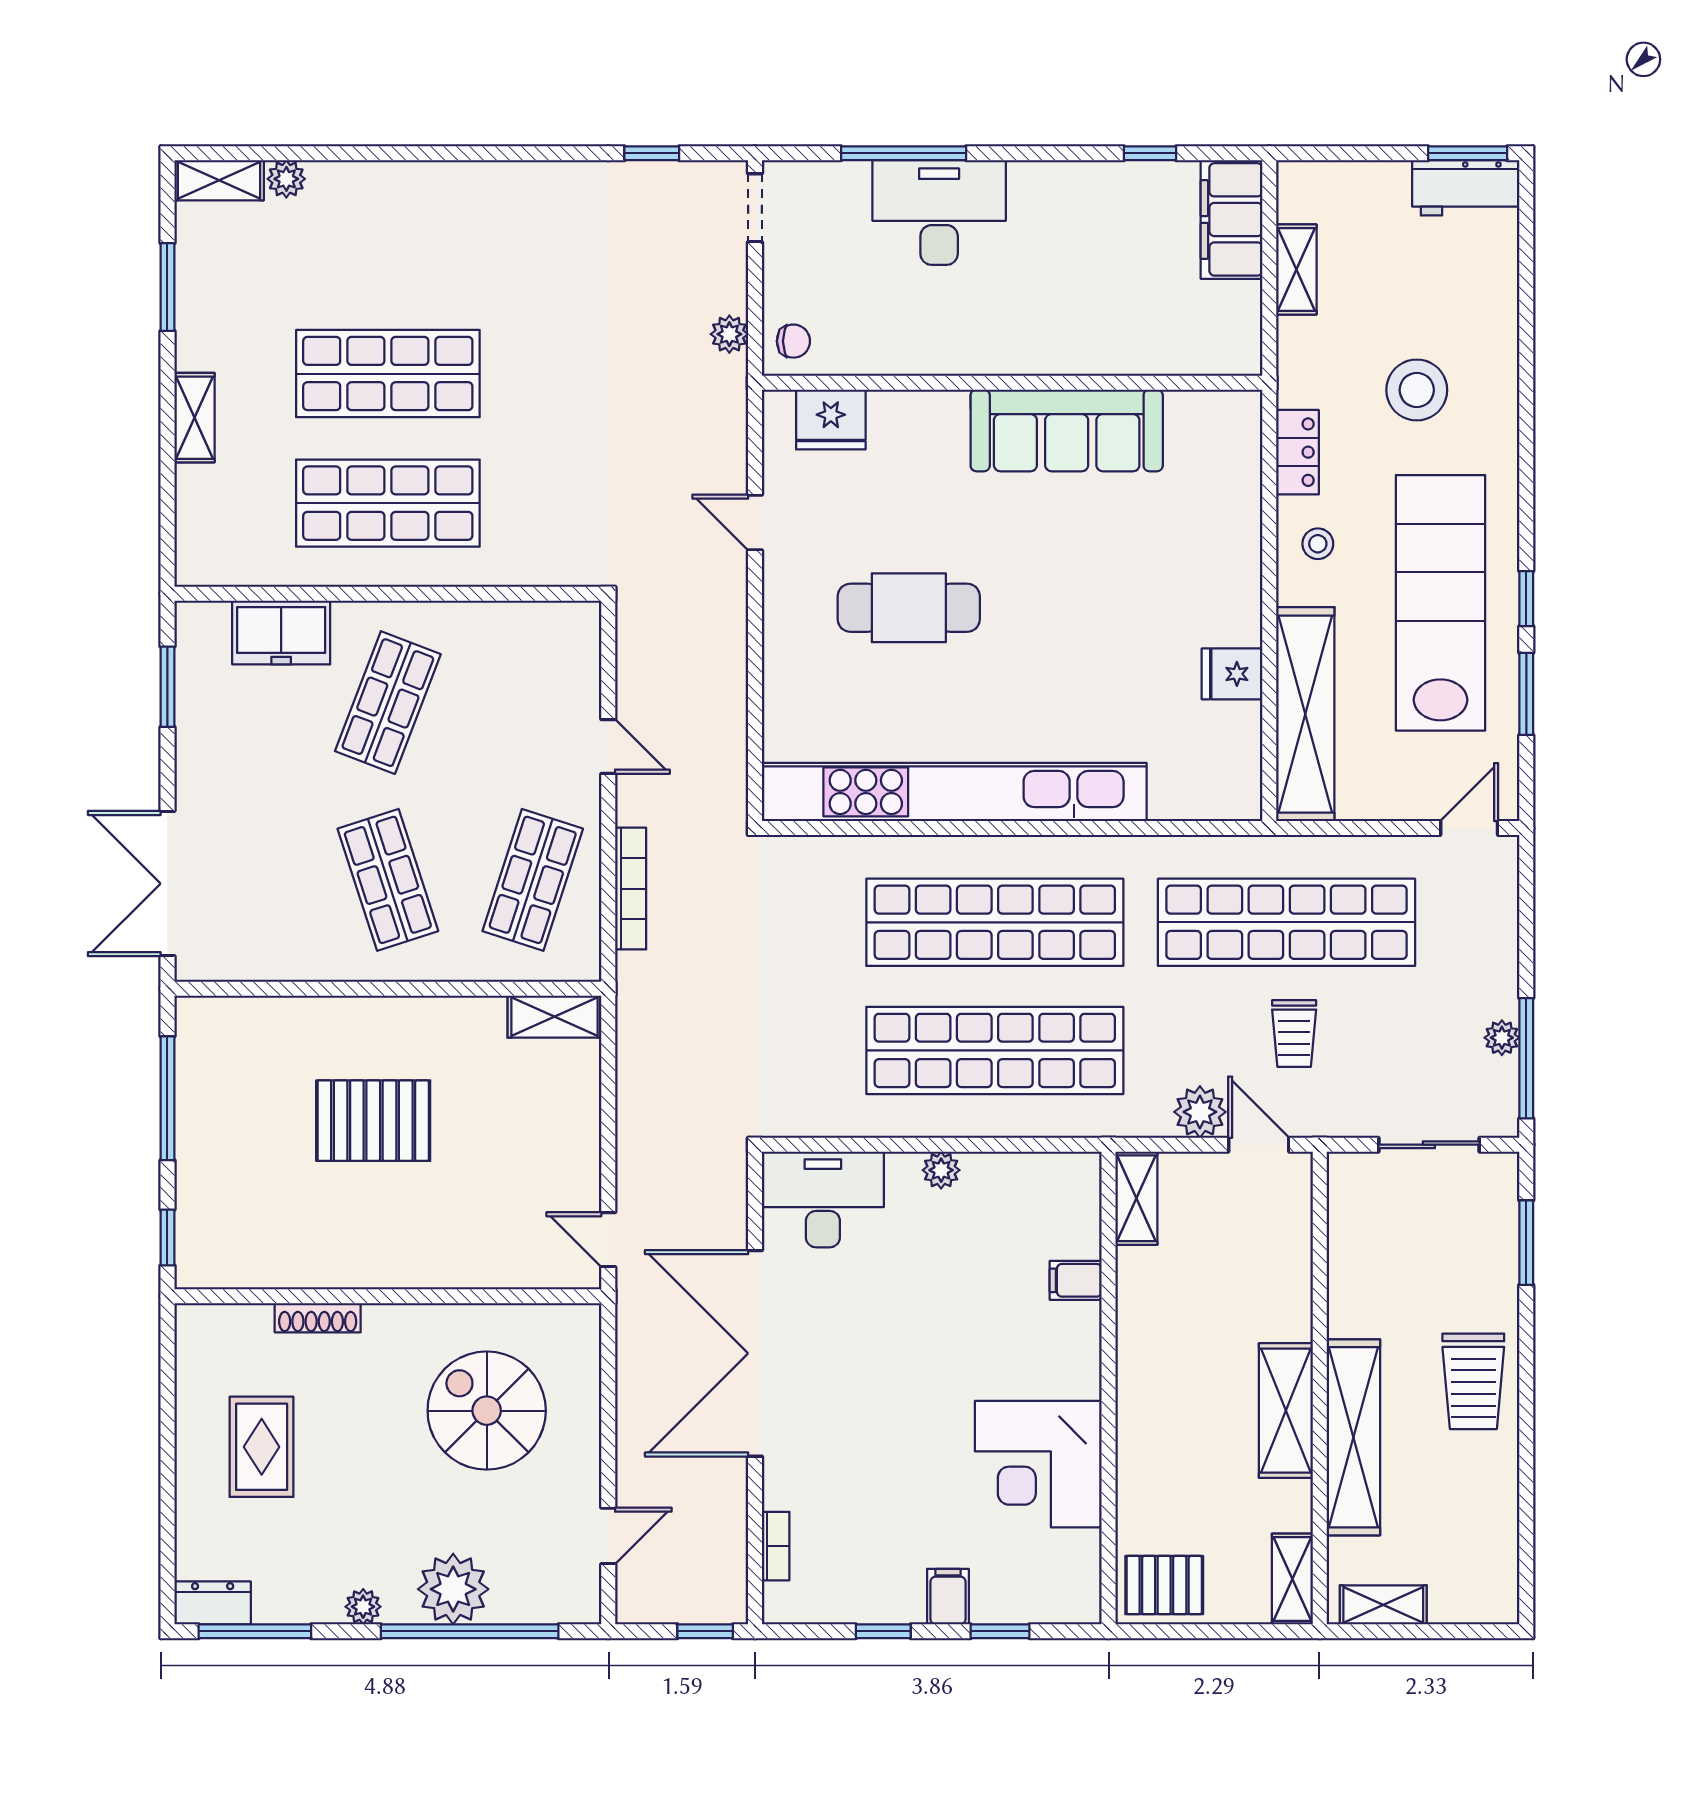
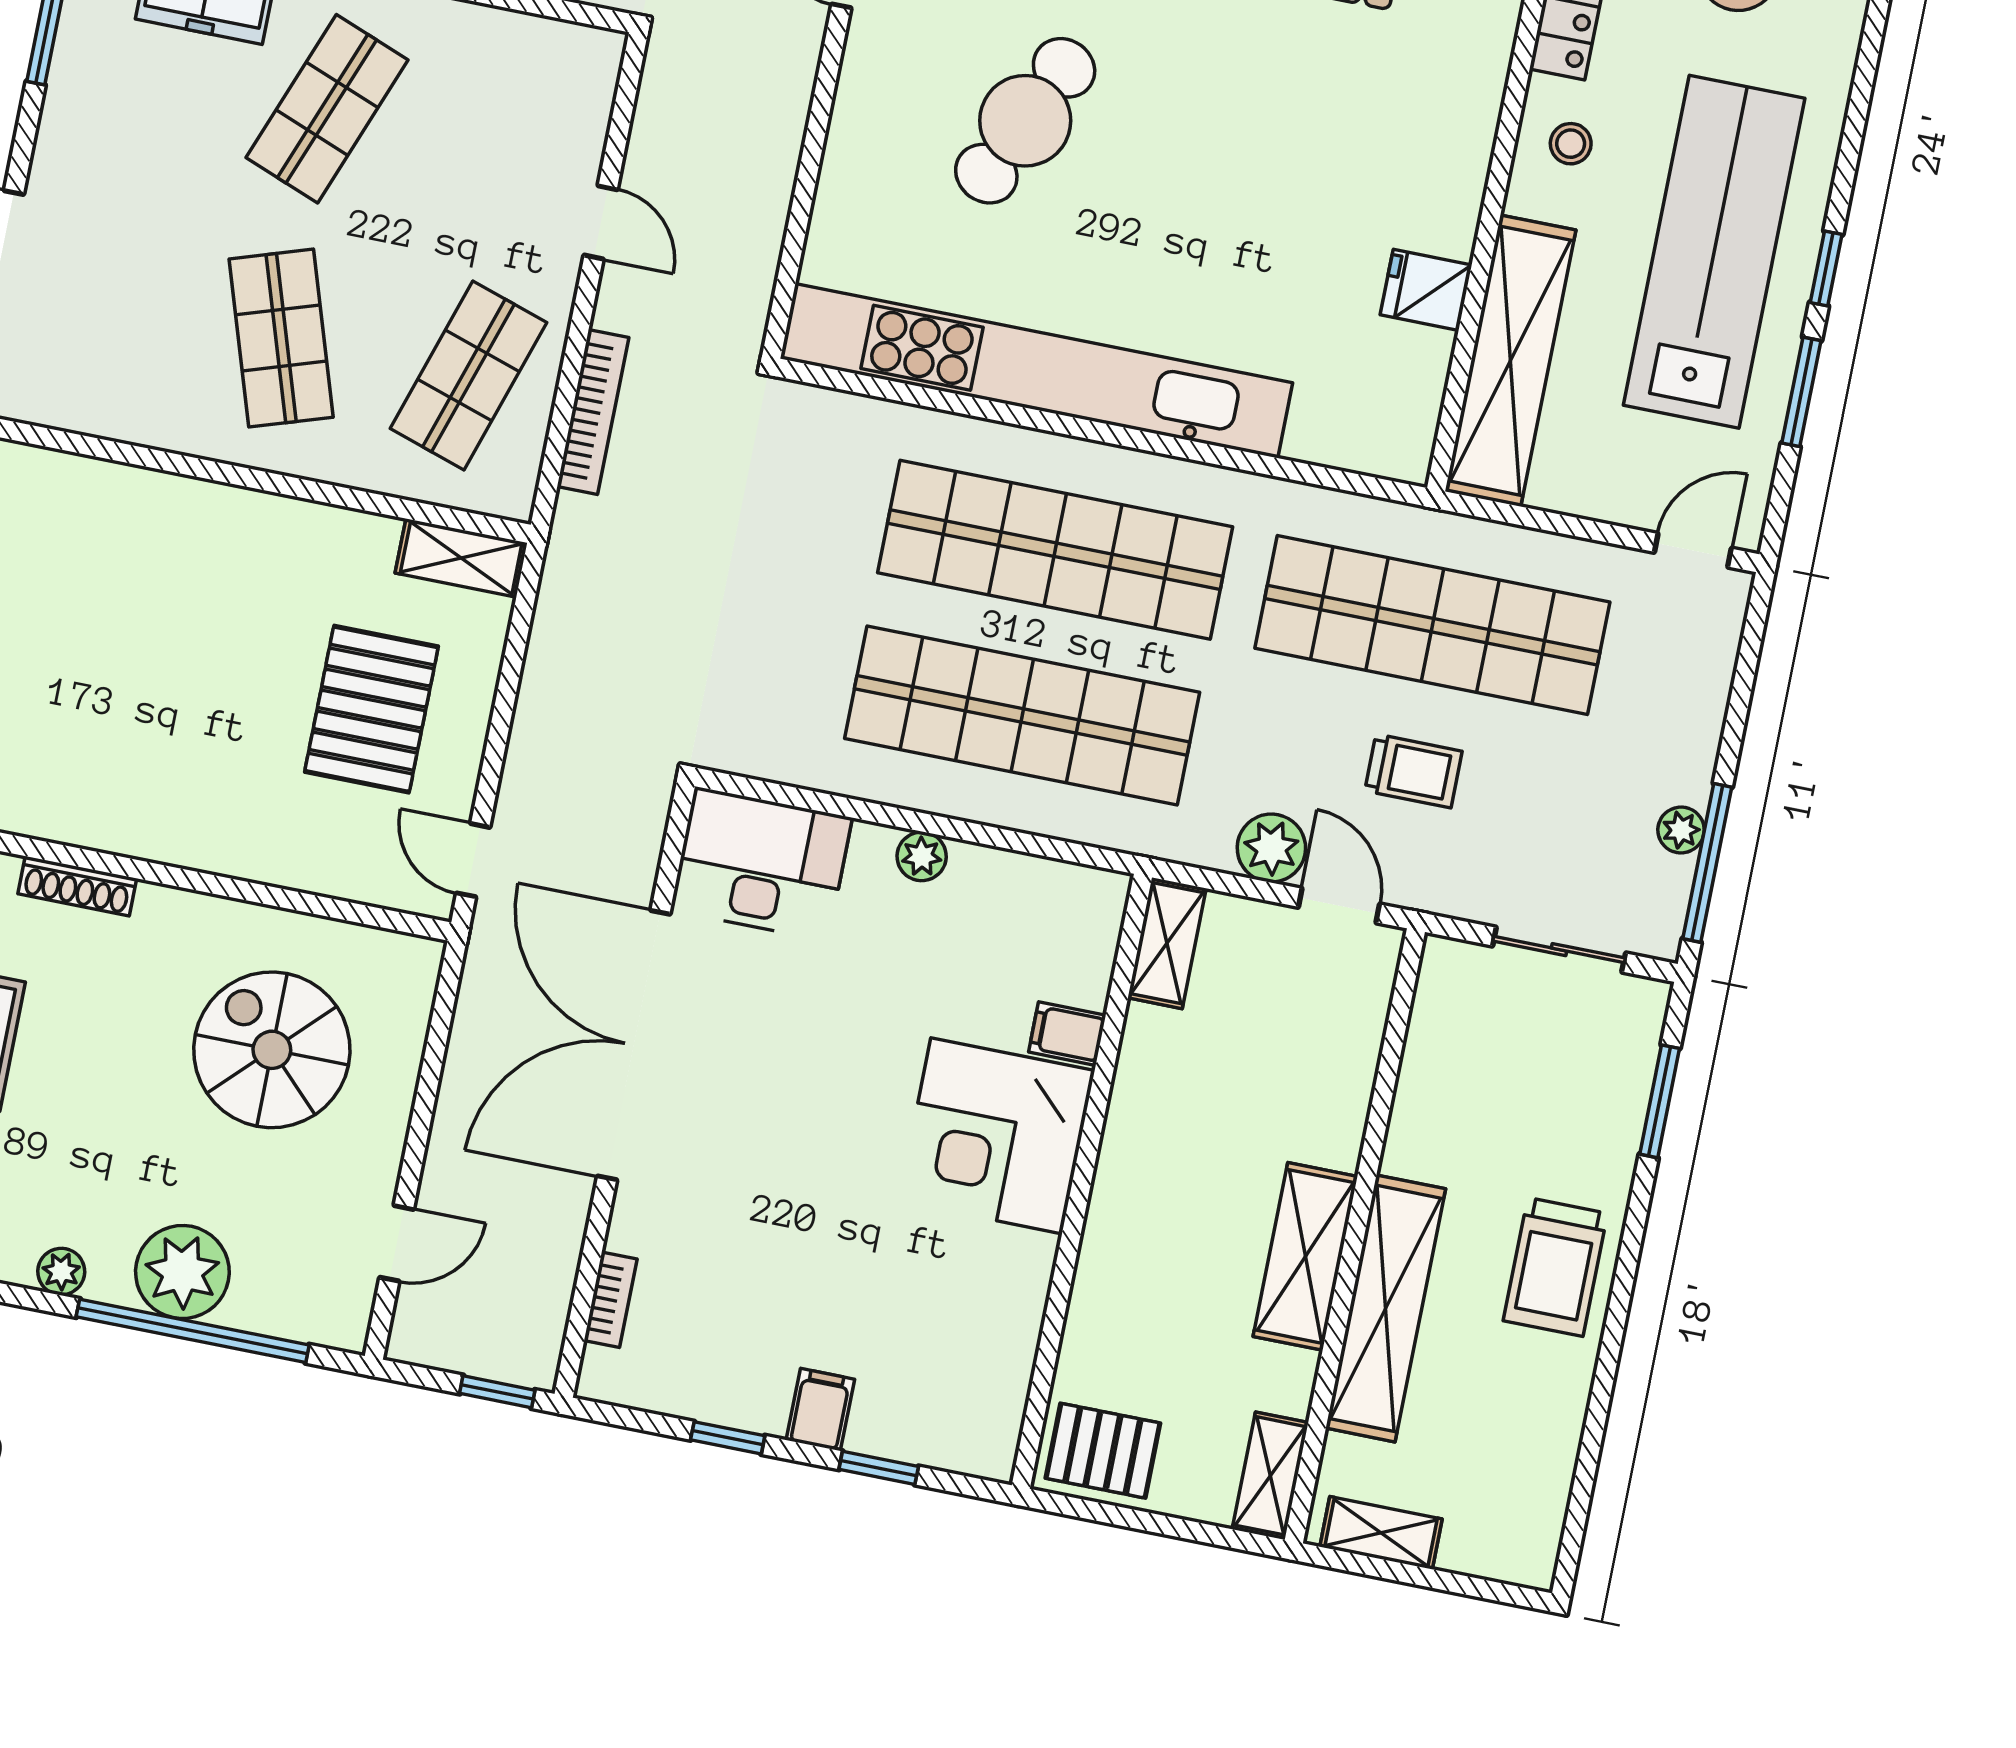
cafe table: (909, 608) -> (1025, 121), turned -65
trolley: (1294, 1034) -> (1413, 771), turned -90
pallet: (373, 1121) -> (371, 709), moved, turned 90
corner desk: (1038, 1464) -> (997, 1136), moved

